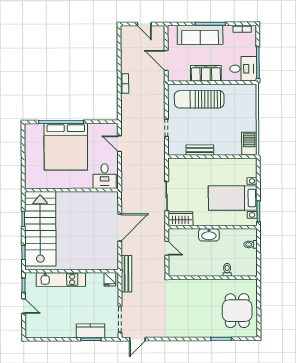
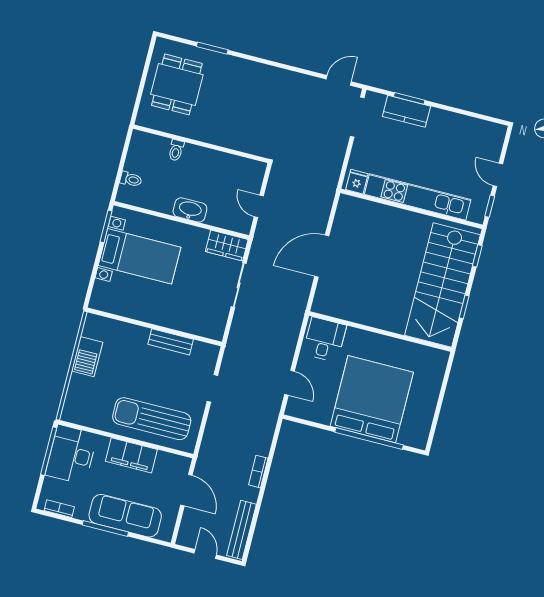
desk: (243, 69) -> (71, 455), width x1.37
sun lounger: (199, 99) -> (152, 419), turned 180
barbecue: (249, 144) -> (87, 357), moved
bench: (126, 274) -> (241, 530), moved
kitchen unit: (61, 280) -> (418, 197), width x1.36

